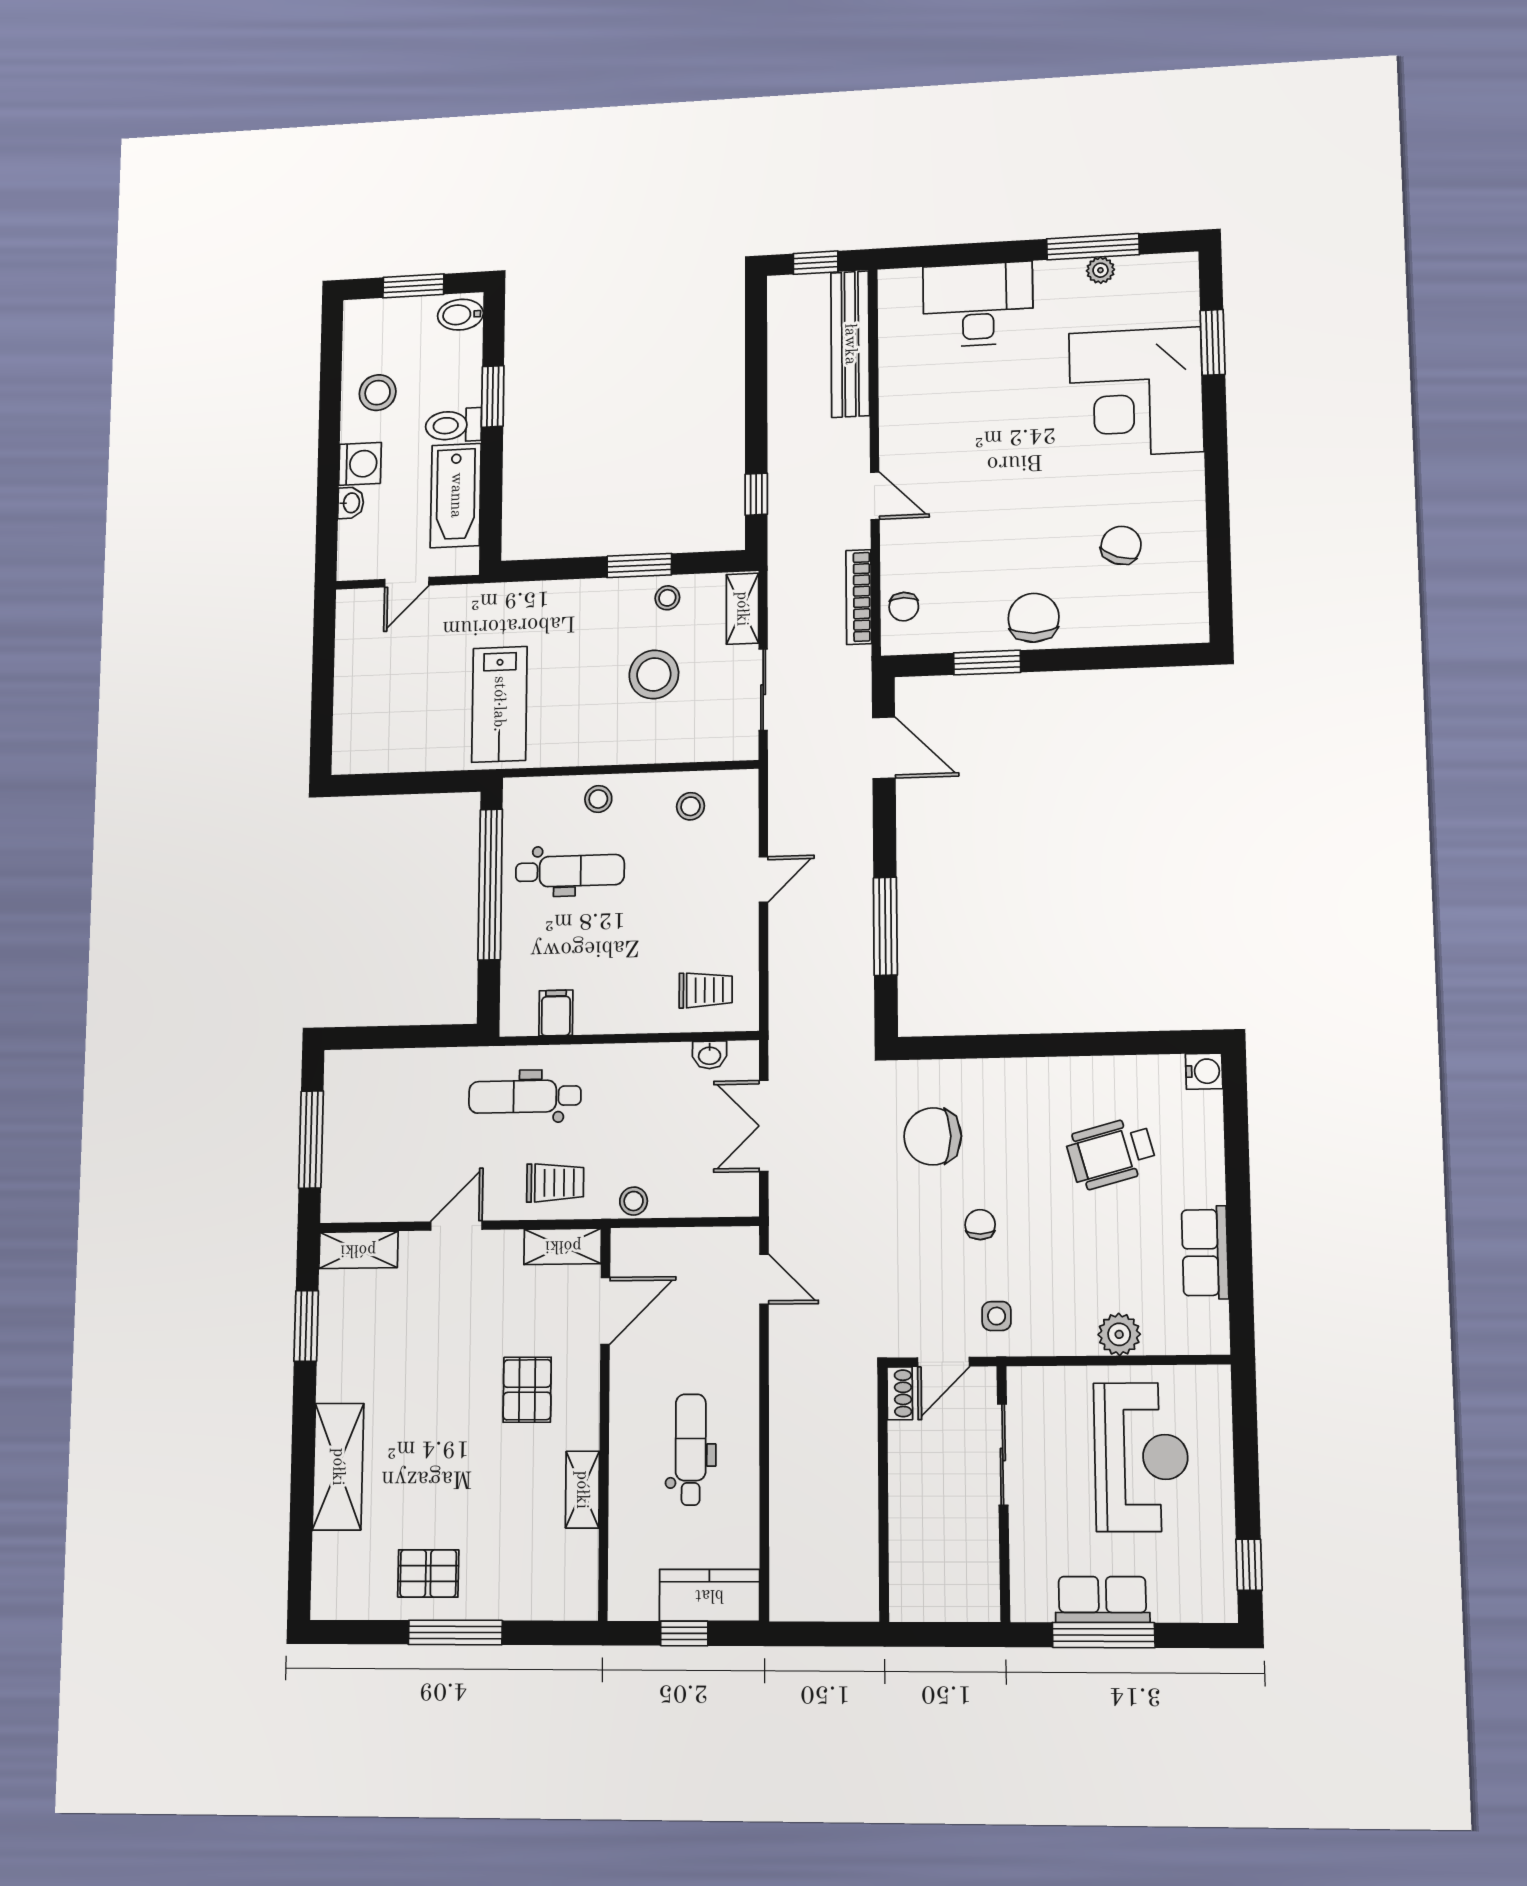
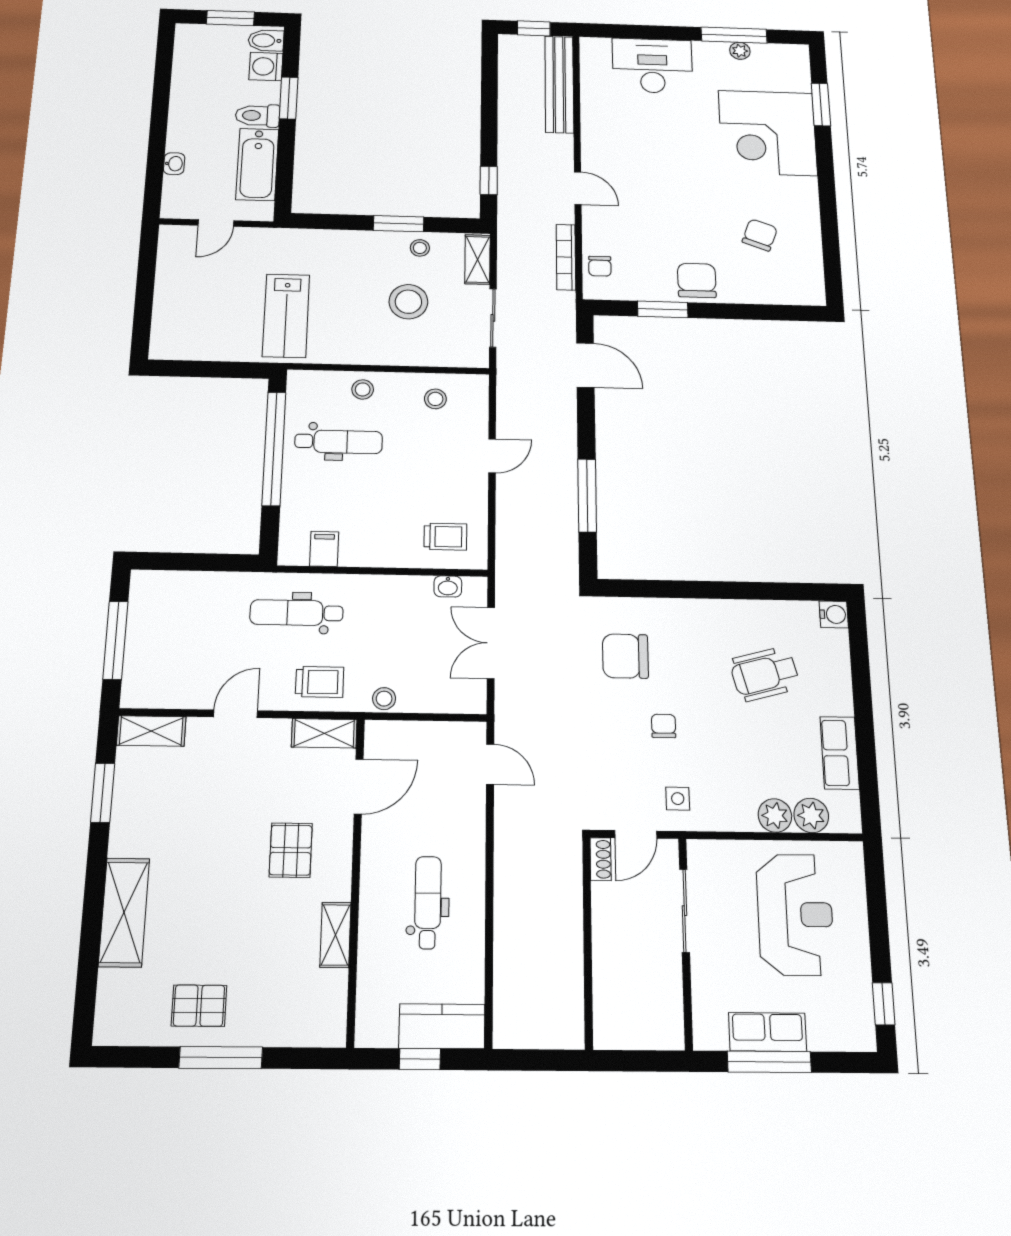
stool: (378, 393) -> (199, 88), removed
washing machine: (360, 464) -> (266, 66), moved, turned 180
plant: (1166, 1333) -> (811, 815), added

